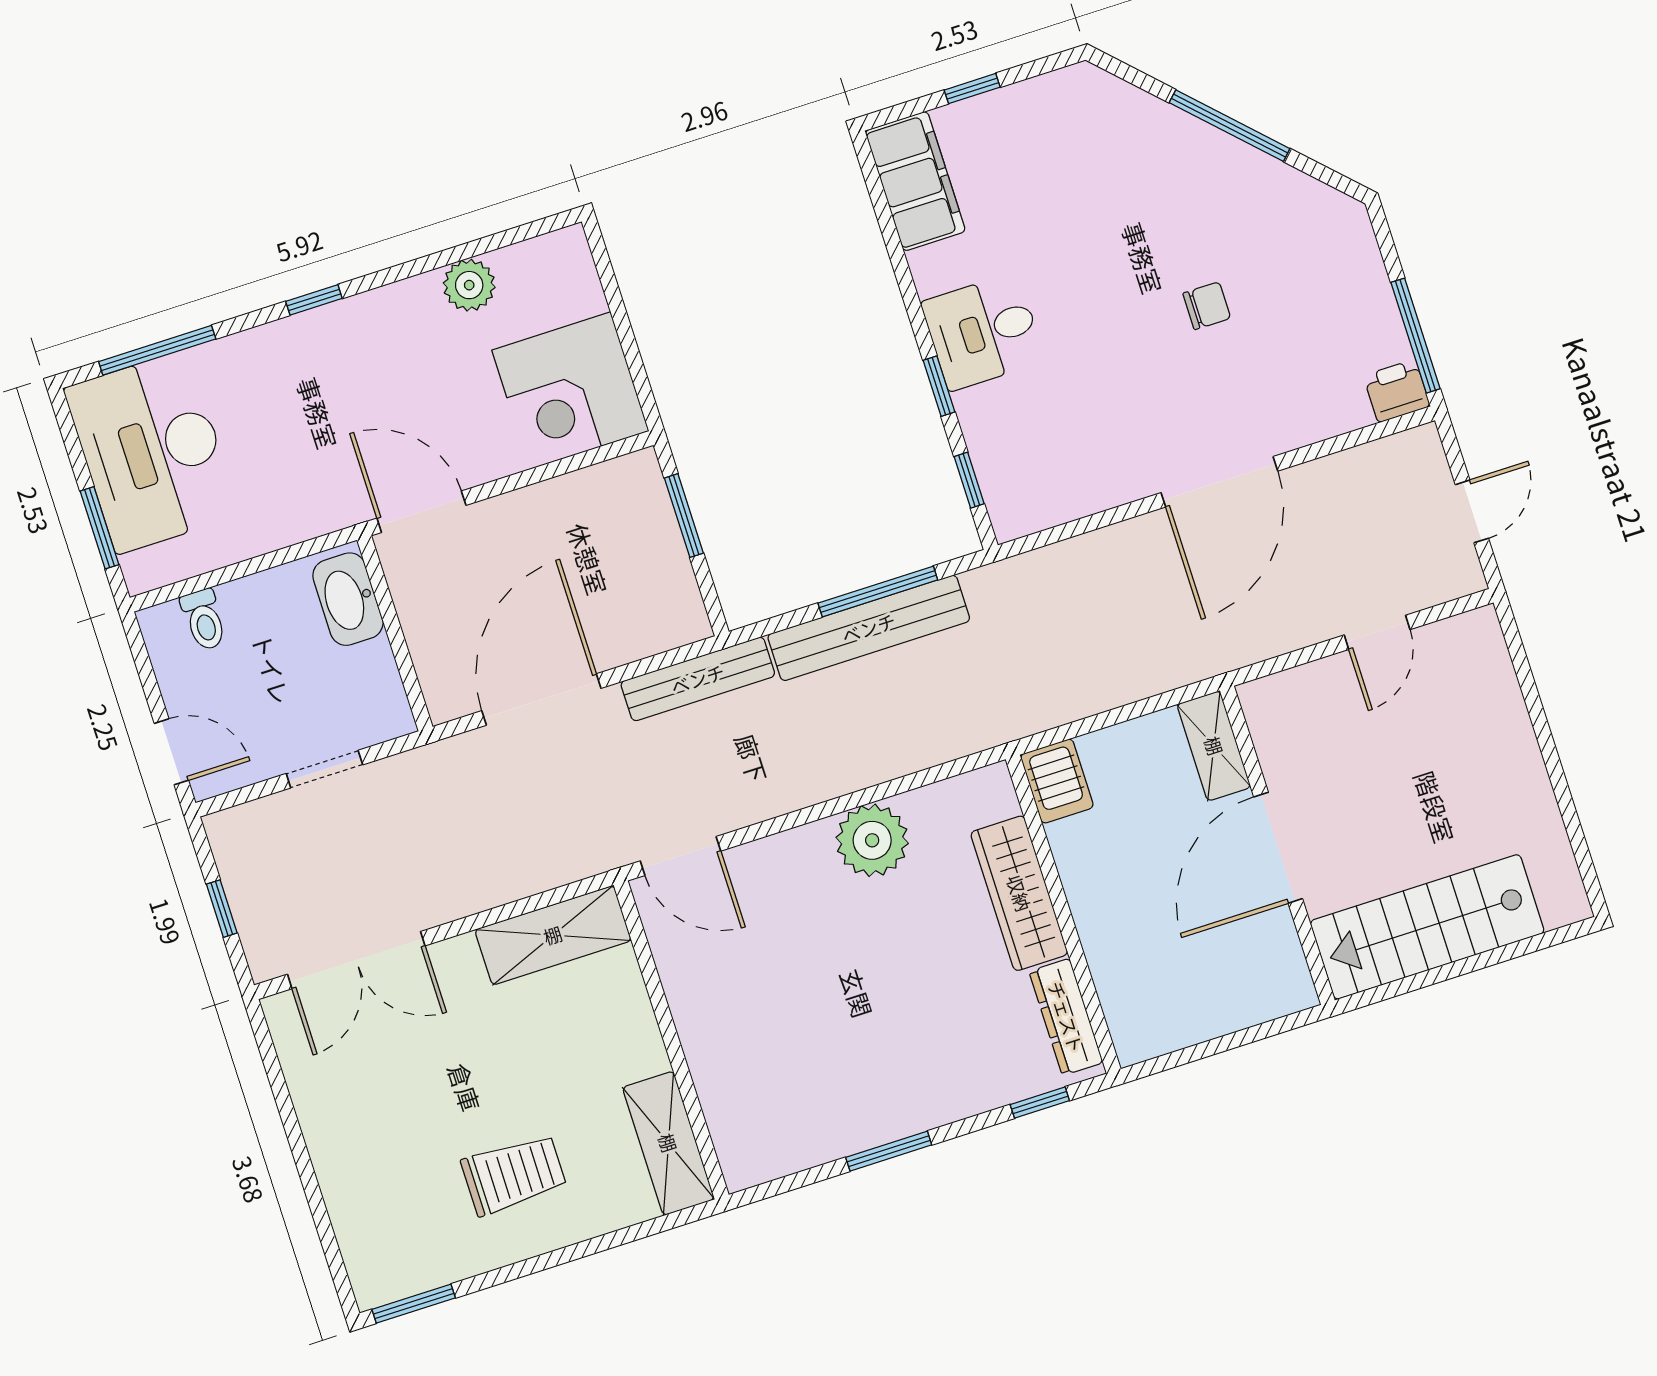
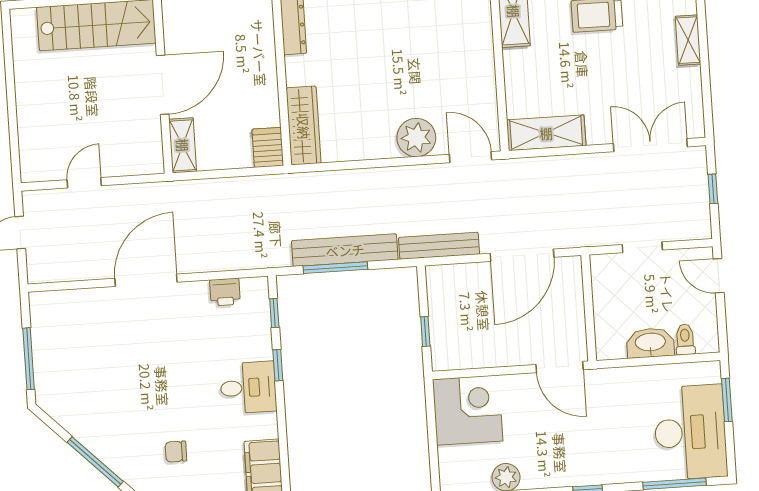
chair: (1207, 306) -> (176, 452), moved
window: (1415, 336) -> (29, 359), moved
printer: (1397, 391) -> (225, 292), moved
window: (684, 516) -> (425, 331), width x0.67
washbasin: (348, 599) -> (650, 343), moved, turned -90
plant: (872, 840) -> (416, 138), moved
wardrobe: (1019, 893) -> (304, 126), moved
shelving: (335, 1170) -> (688, 40), added

